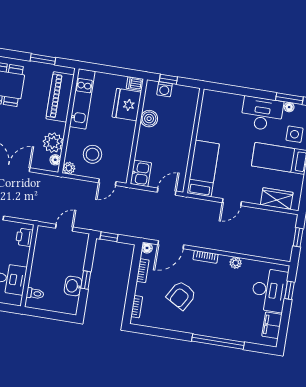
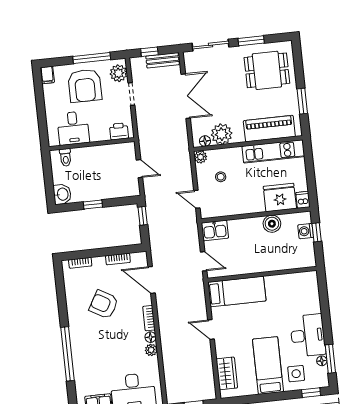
stool: (92, 154) -> (221, 177), width x0.53, depth x0.53
floor lamp: (147, 248) -> (151, 337), moved
washbasin: (73, 286) -> (62, 194), moved, turned 90

